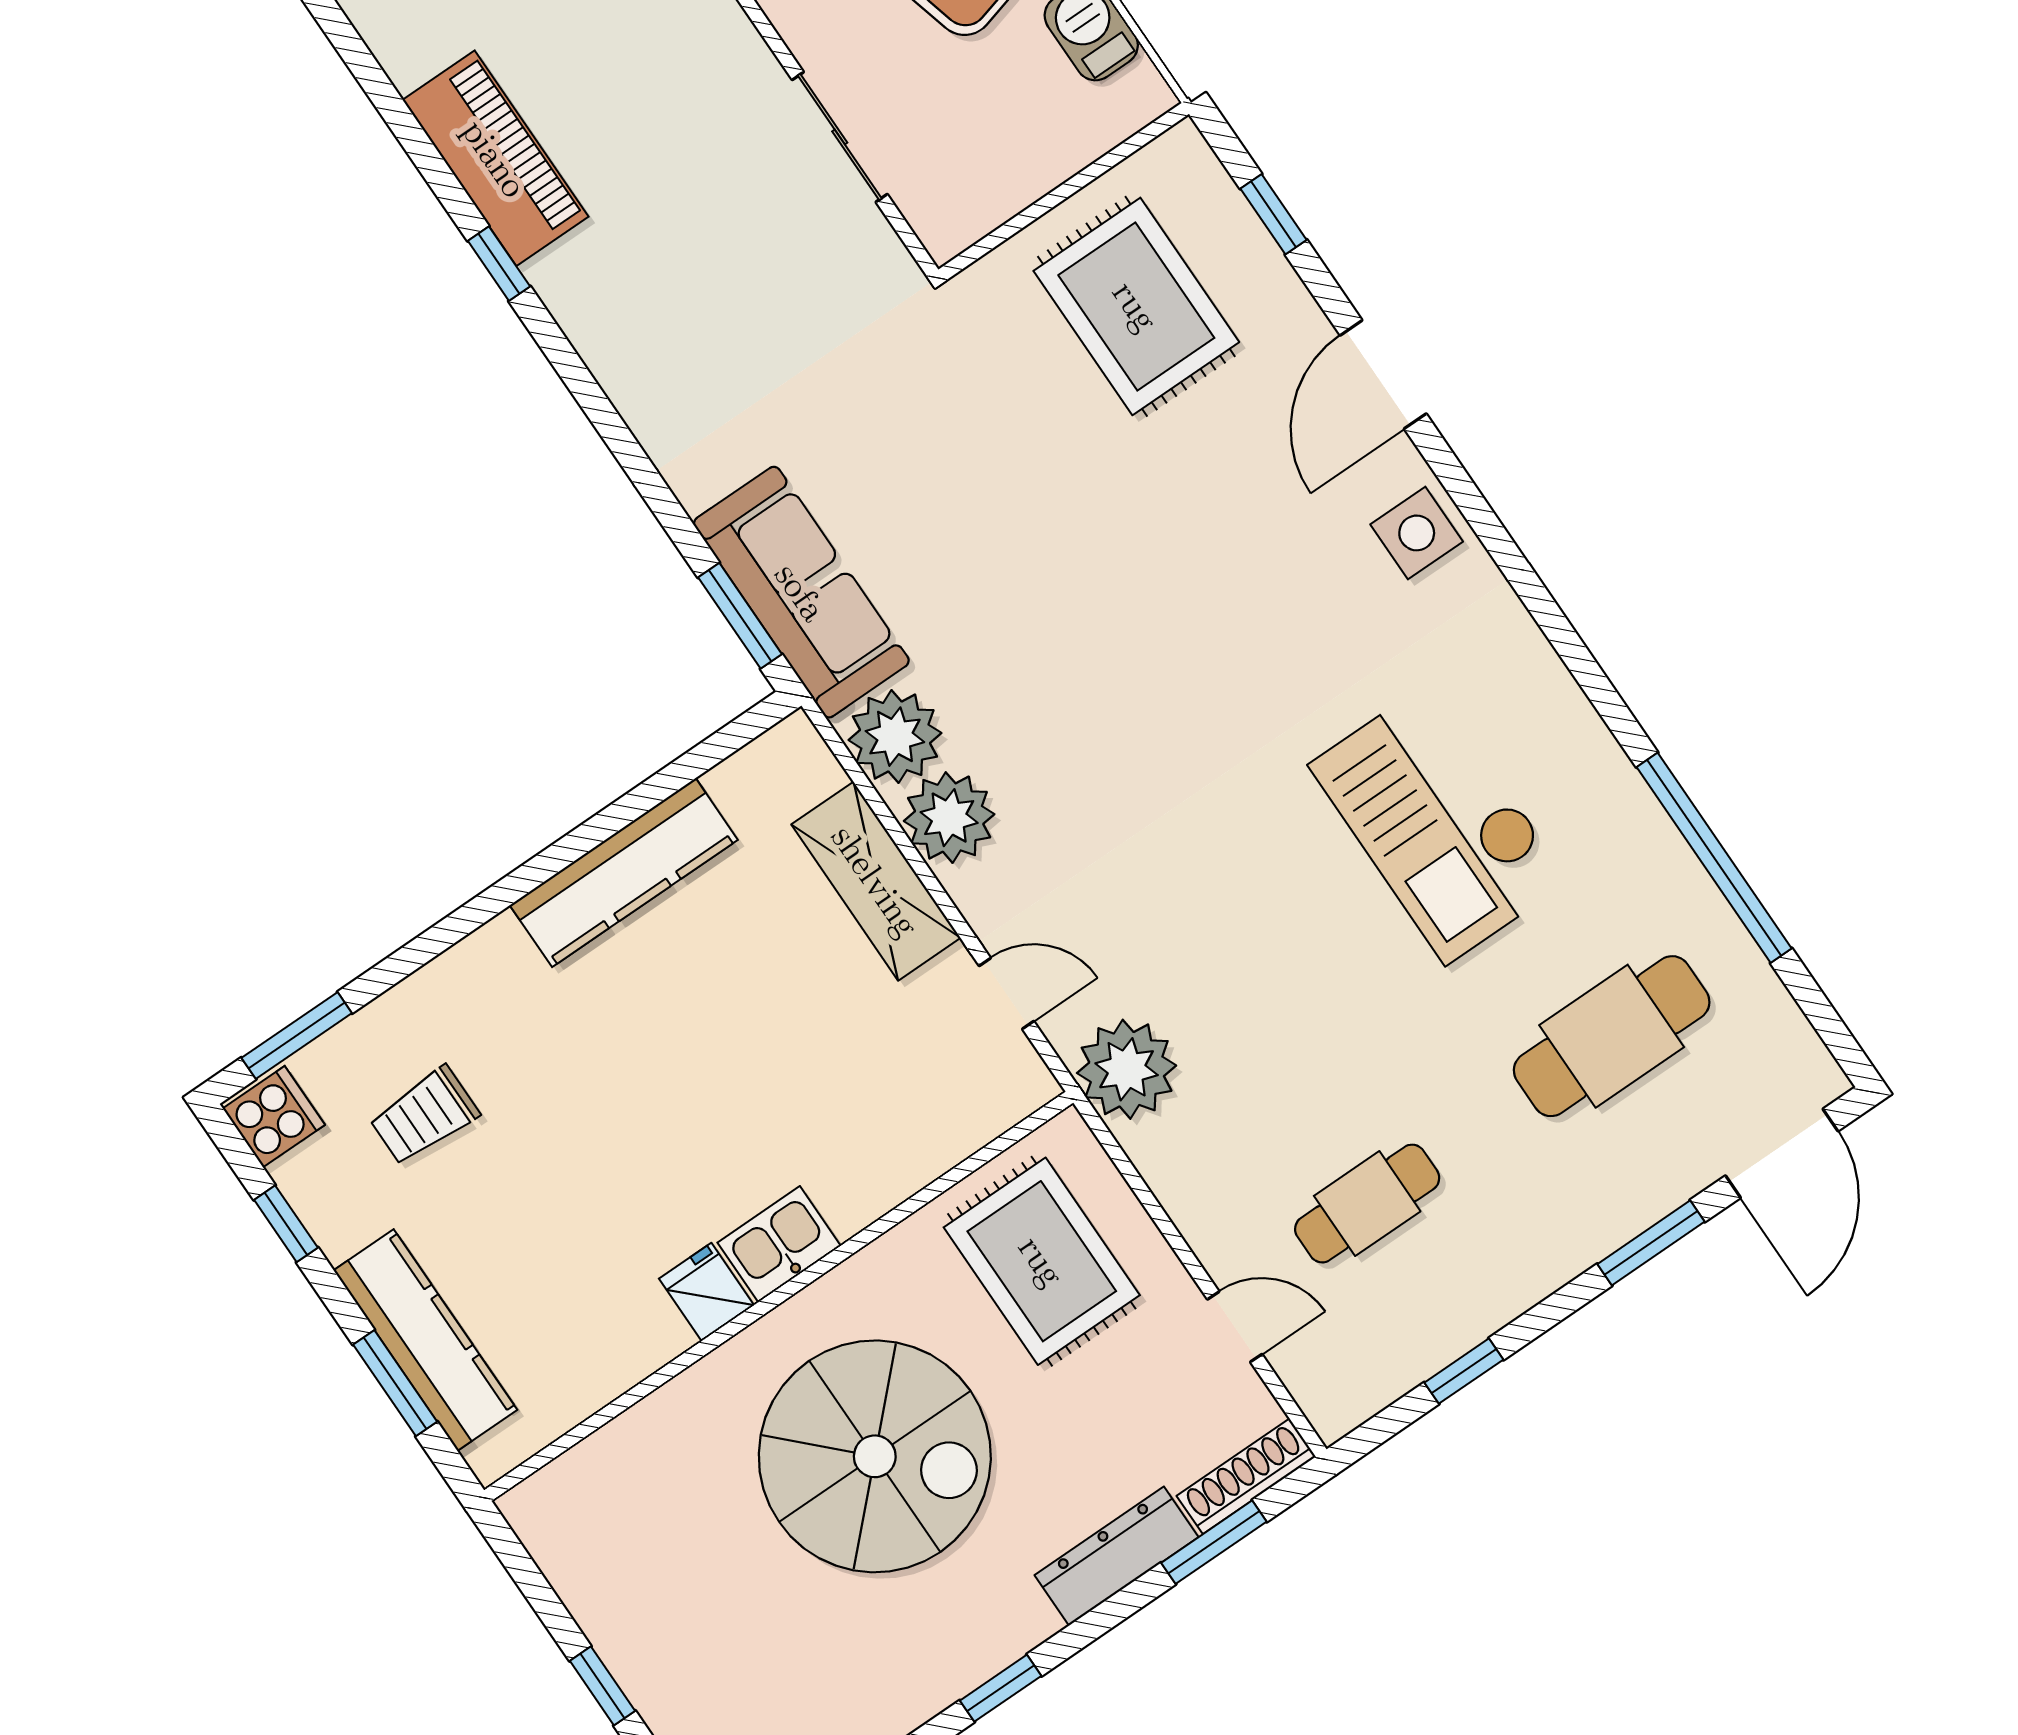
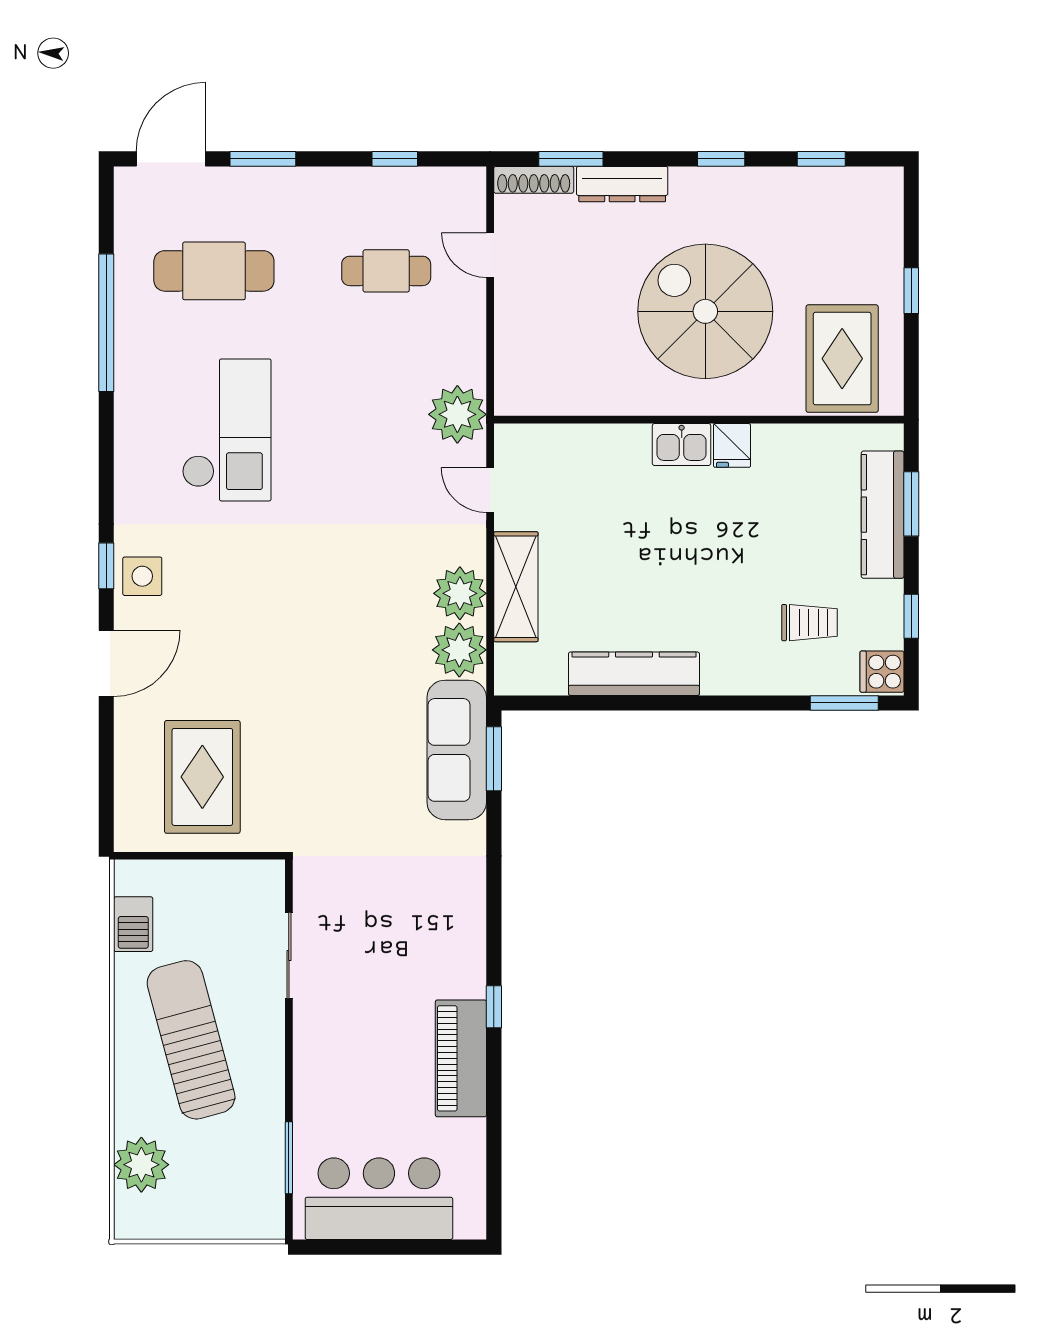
window: (1273, 214) -> (106, 566), moved
rug: (1042, 1261) -> (842, 359), moved

